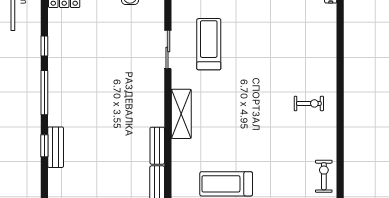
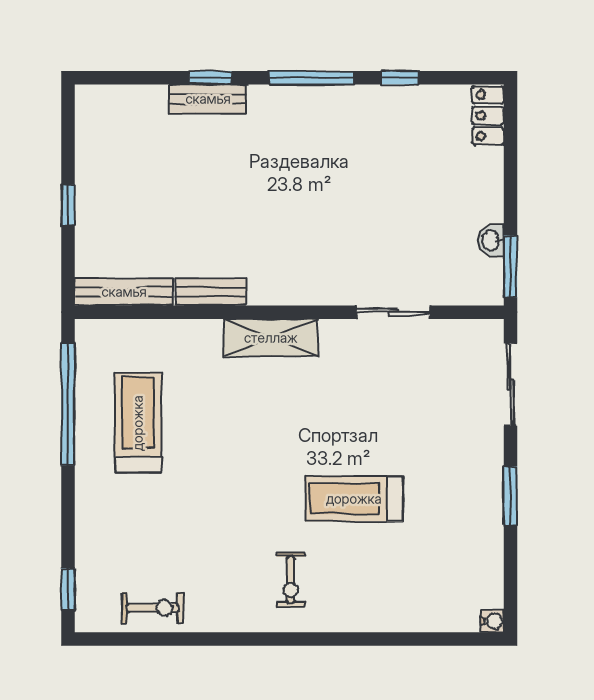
treadmill: (209, 44) -> (354, 499), moved, turned 180

